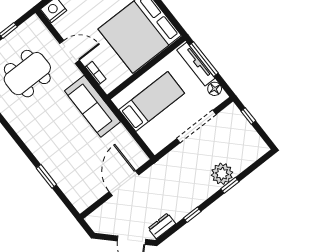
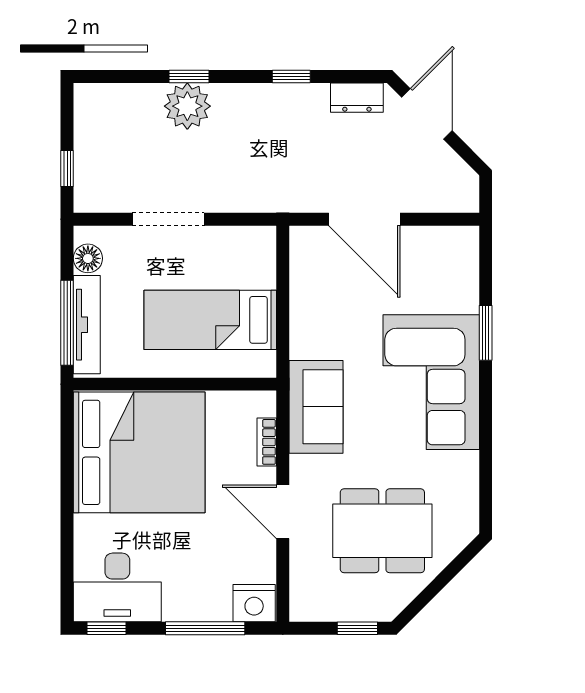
sofa: (92, 106) -> (316, 407), width x0.73
doorway: (196, 126) -> (168, 219), width x0.73
corner sofa: (52, 143) -> (431, 382), added
door: (124, 183) -> (364, 219), hinge flipped

